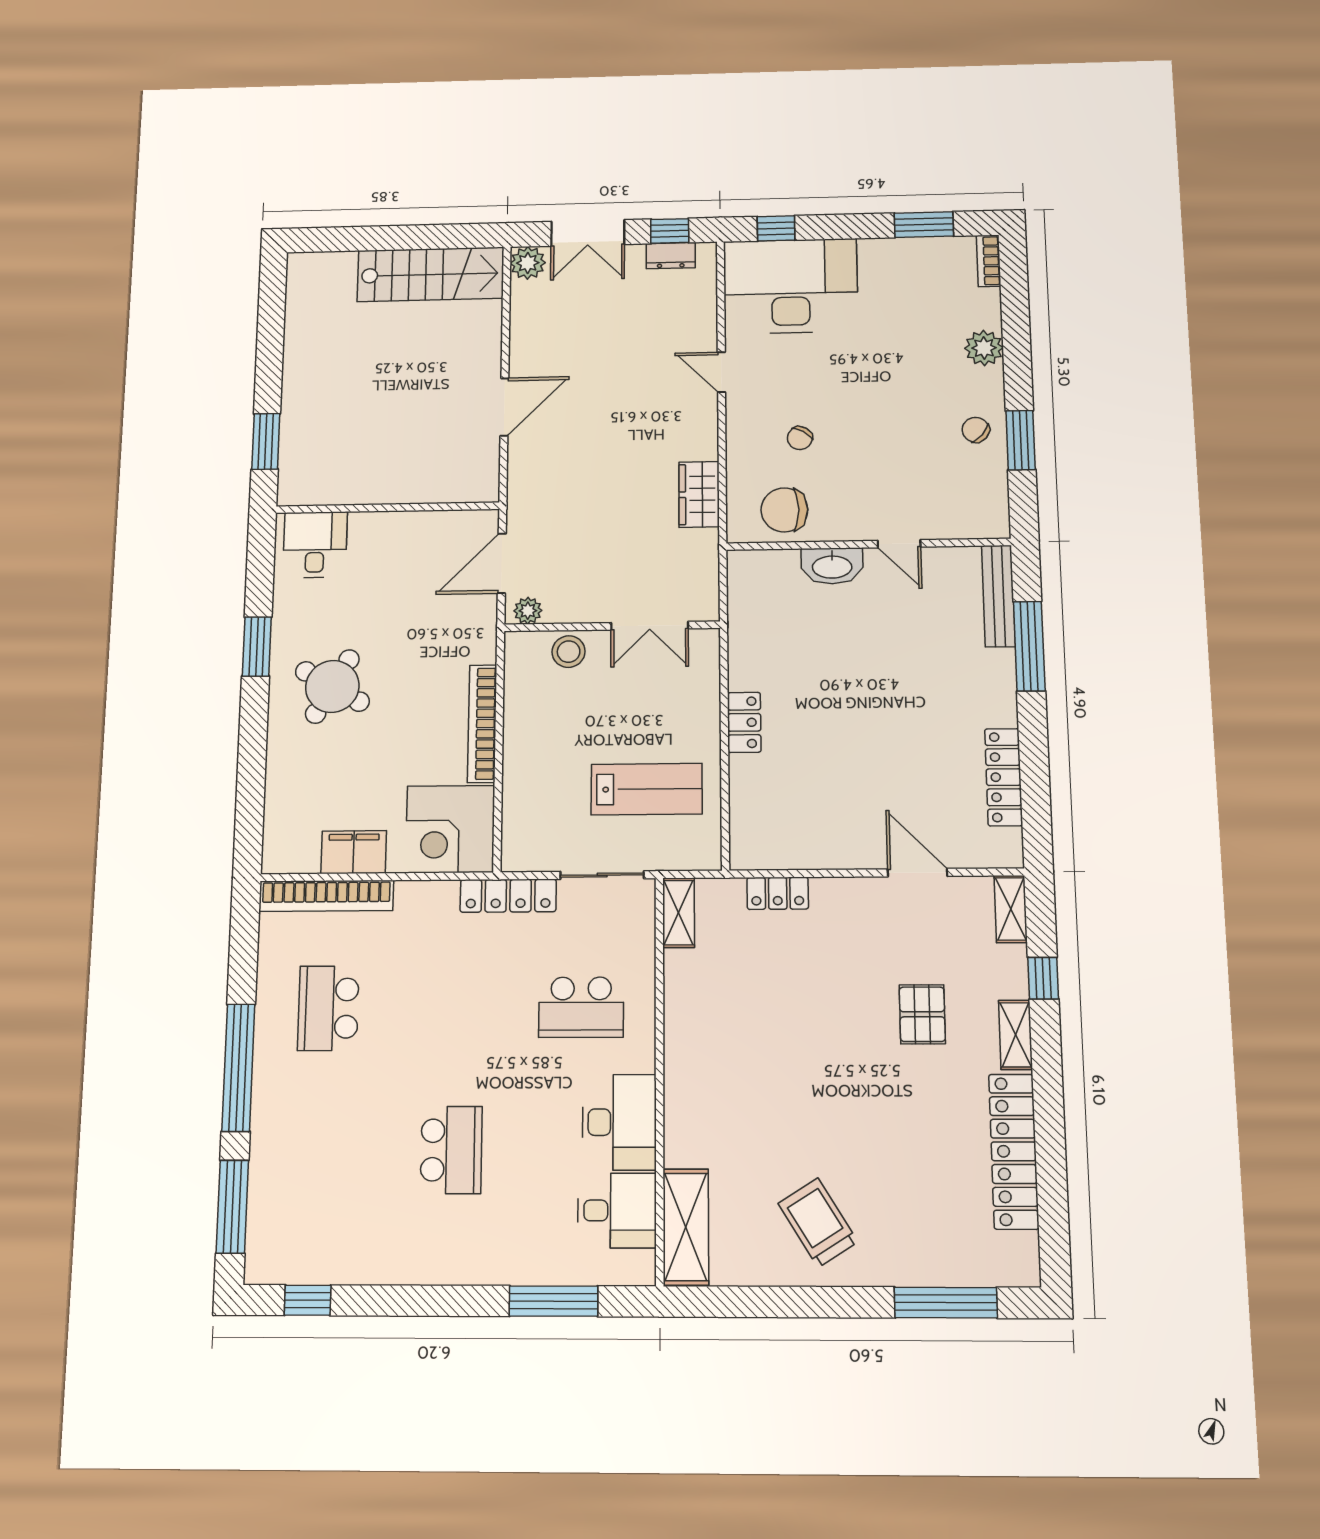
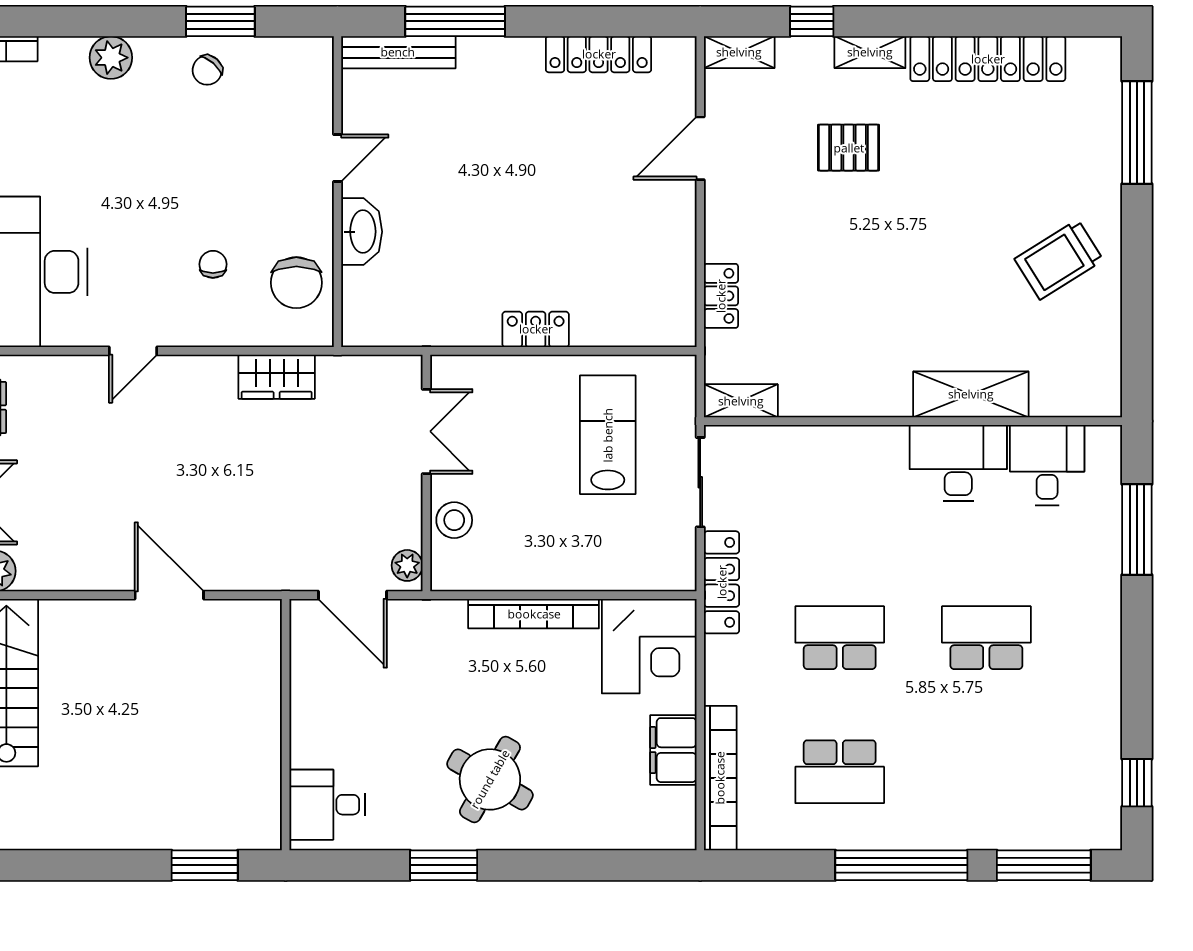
chair: (800, 438) -> (213, 264), turned -121
school desk: (581, 1007) -> (840, 638), moved, turned -90
shelving: (686, 1227) -> (971, 394), moved

